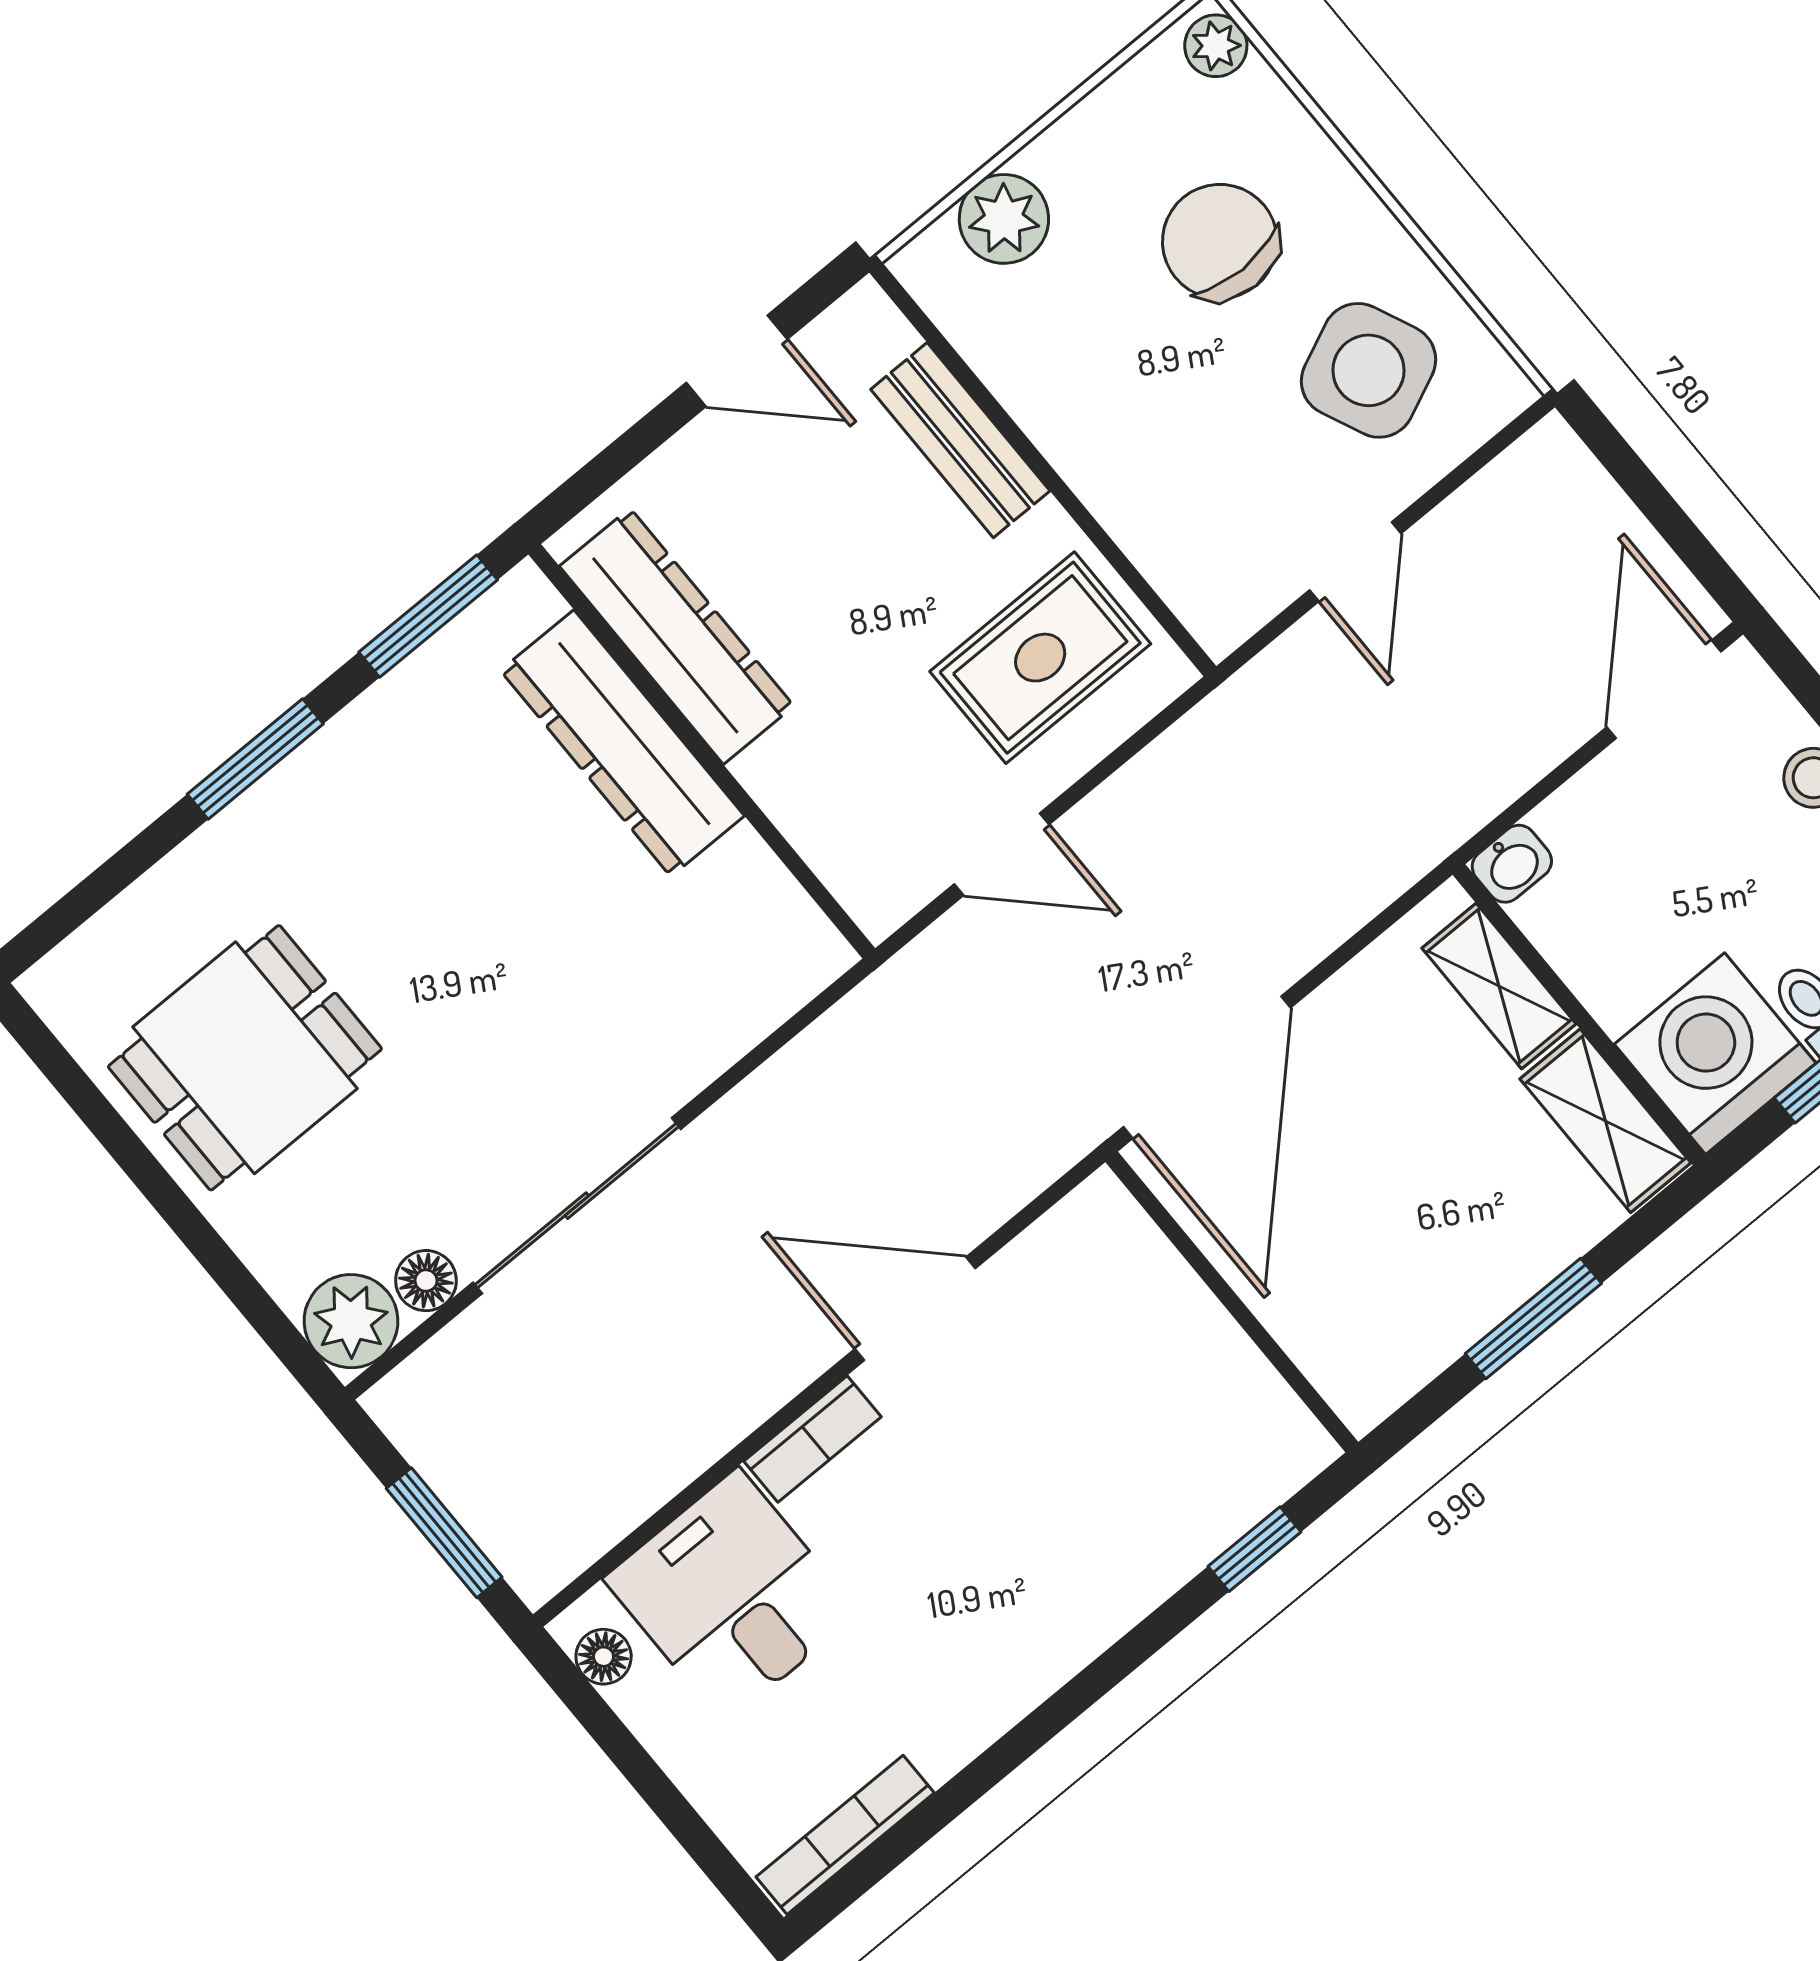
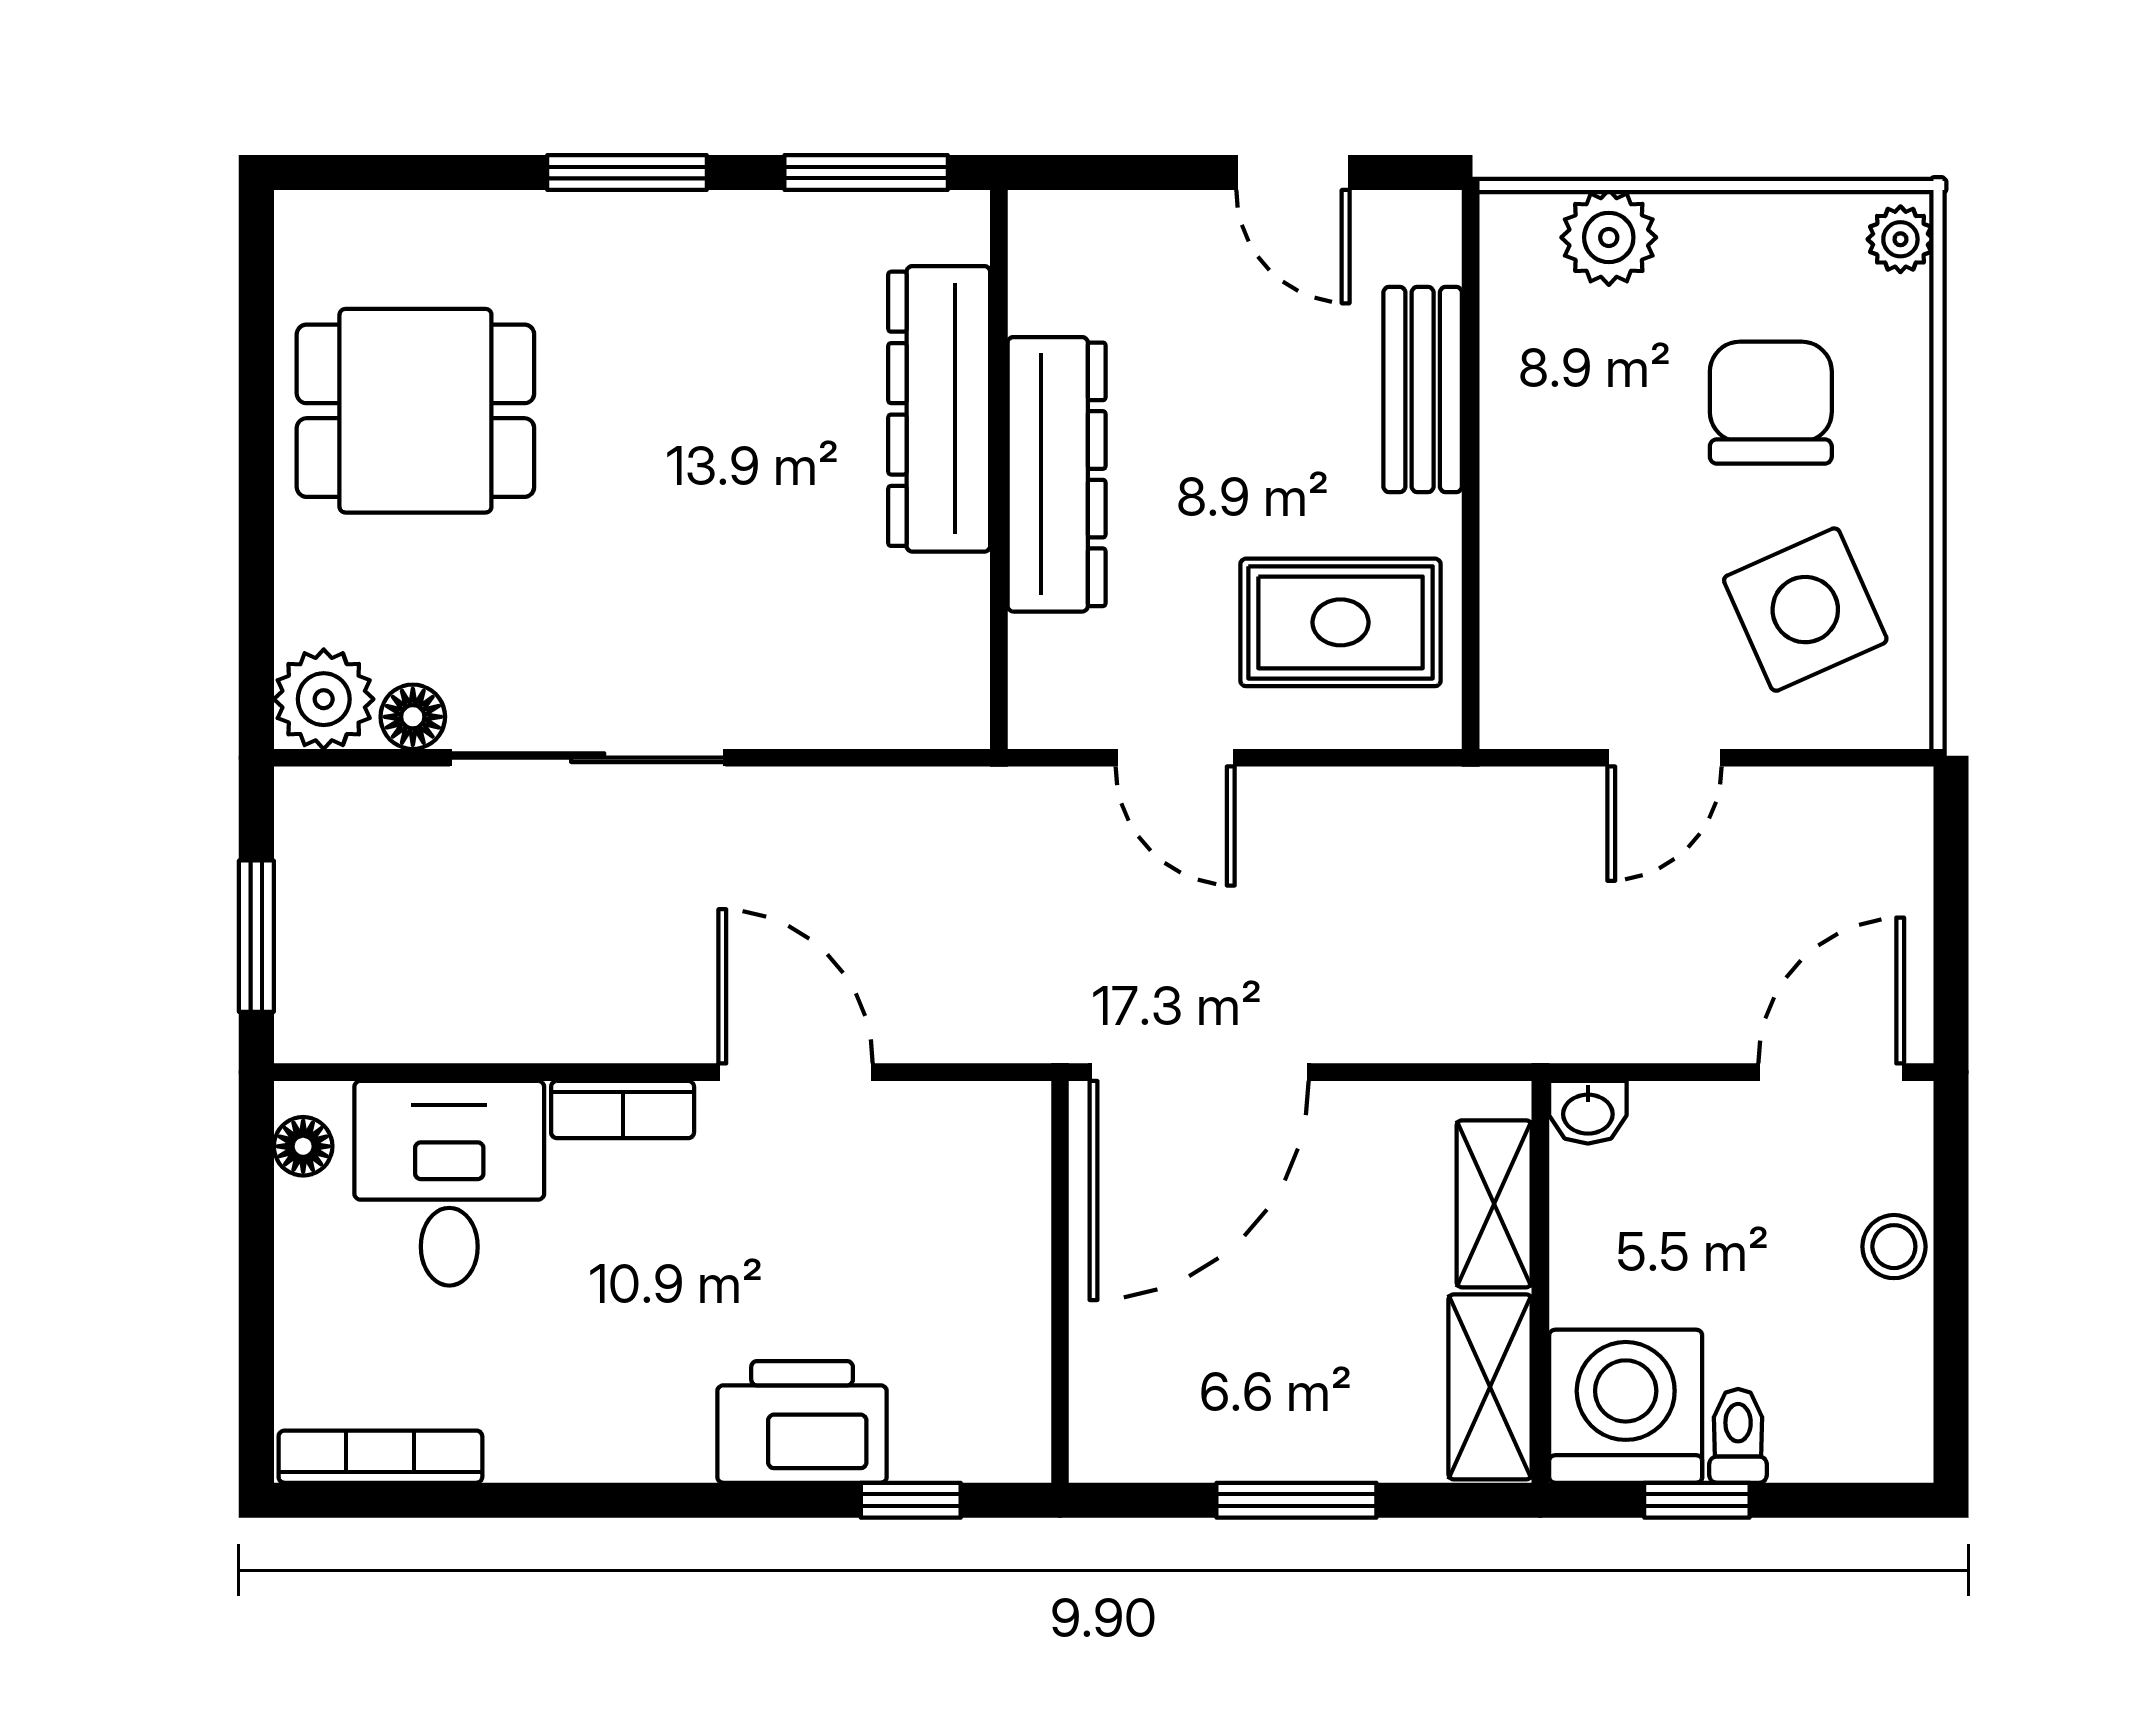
dresser: (677, 636) -> (1057, 474), moved
printer: (1129, 1558) -> (802, 1422), added

